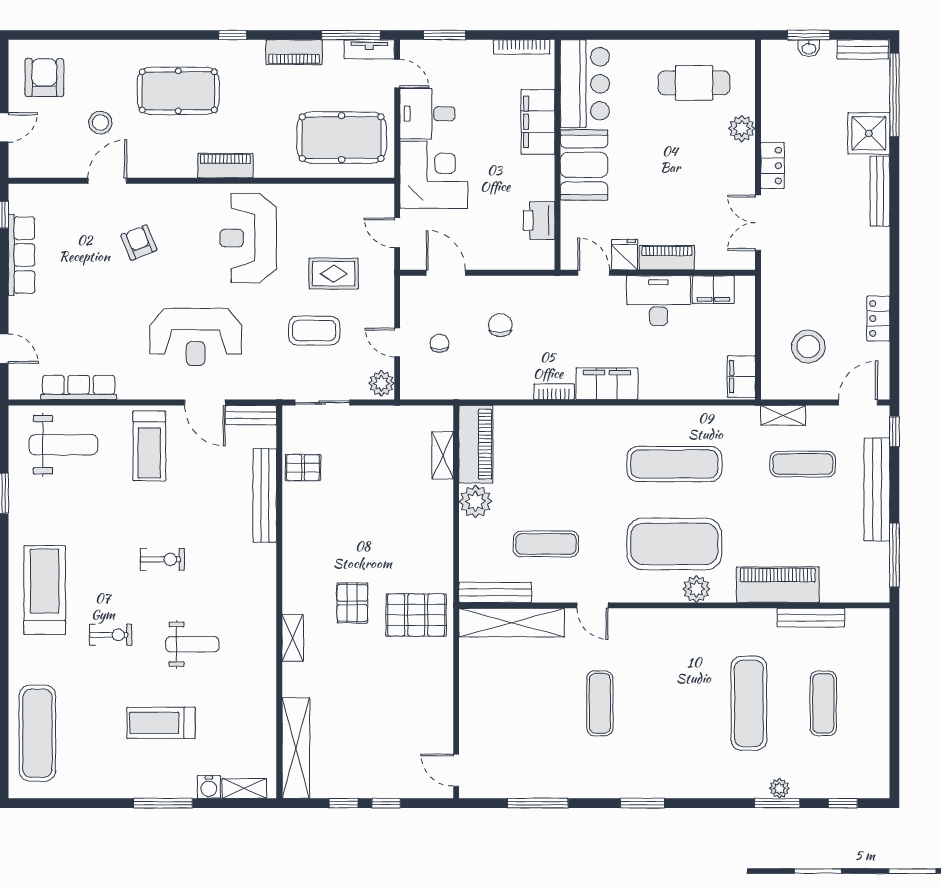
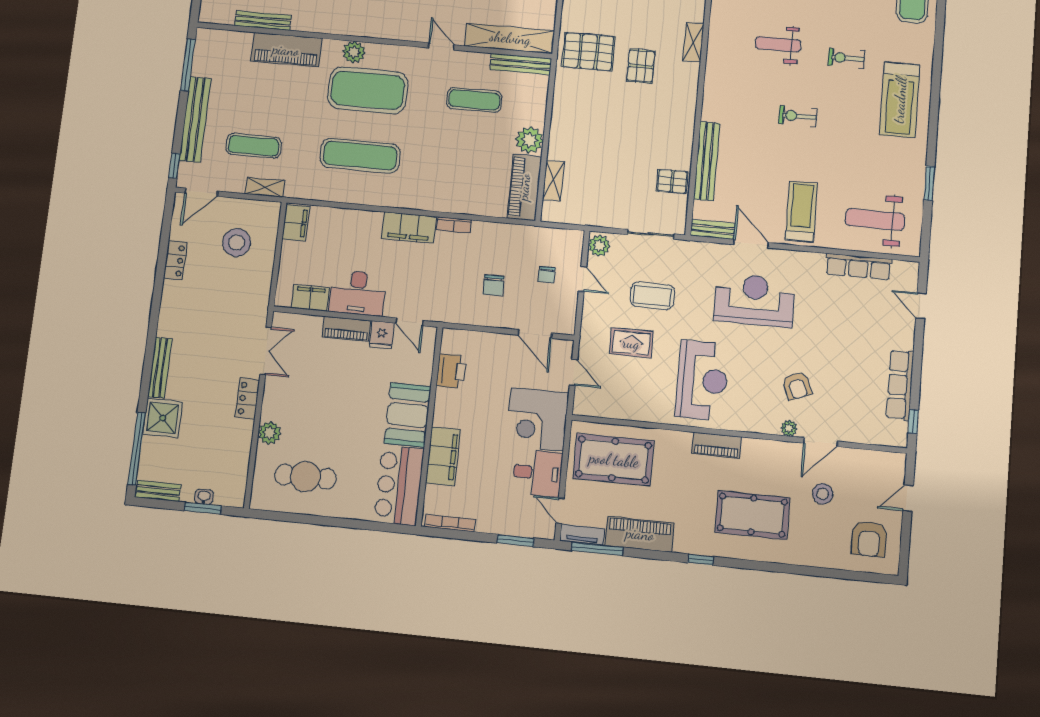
piano: (294, 52) -> (640, 534), width x1.37, depth x1.33
plant: (144, 193) -> (789, 428), added

